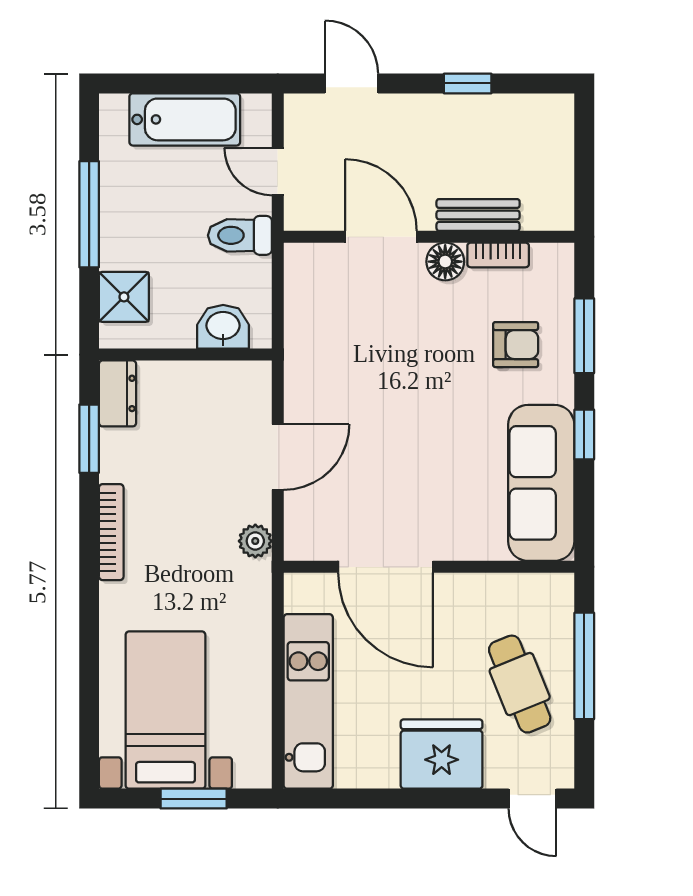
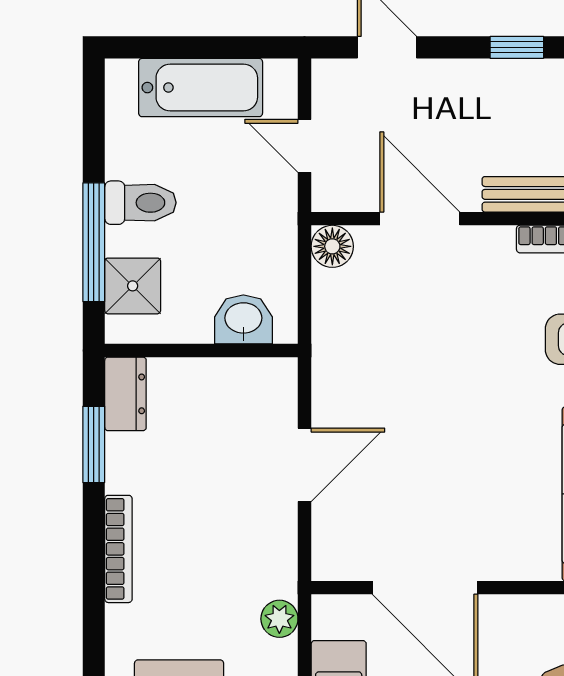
window: (89, 214) -> (94, 242), moved
toilet: (240, 235) -> (140, 203), moved, turned 180
floor lamp: (445, 262) -> (332, 246), moved
plant: (255, 541) -> (279, 619), moved

